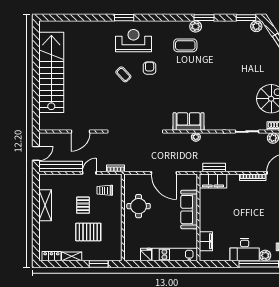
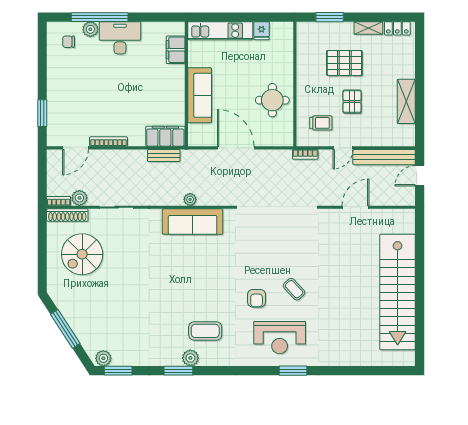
sofa: (189, 122) -> (193, 222), width x1.36

